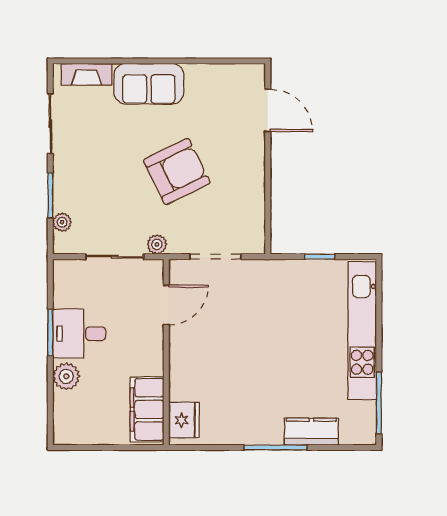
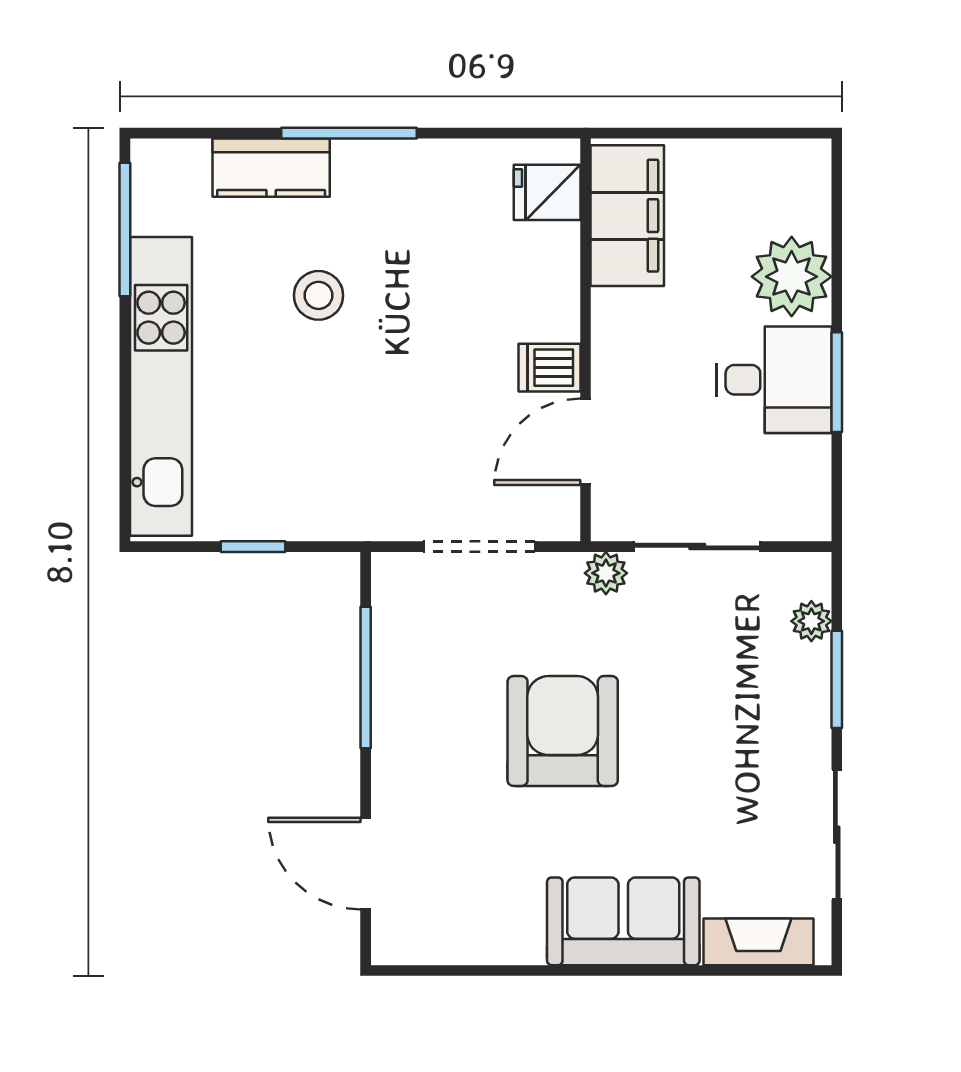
armchair: (177, 172) -> (563, 731), turned 116
window: (268, 196) -> (366, 677), added
dishwasher: (183, 339) -> (549, 368), added
stool: (290, 373) -> (319, 295), added
plant: (66, 376) -> (792, 277), width x1.36, depth x1.36
fridge: (184, 420) -> (547, 192), width x0.72

